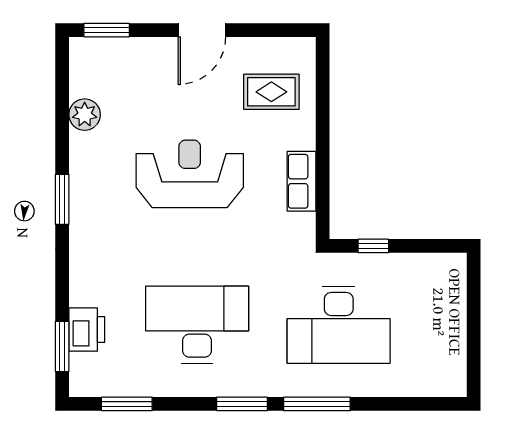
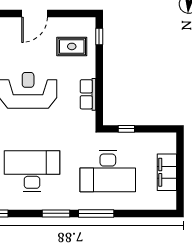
window: (323, 73) -> (99, 36), added
filing cabinet: (449, 327) -> (167, 172), added

